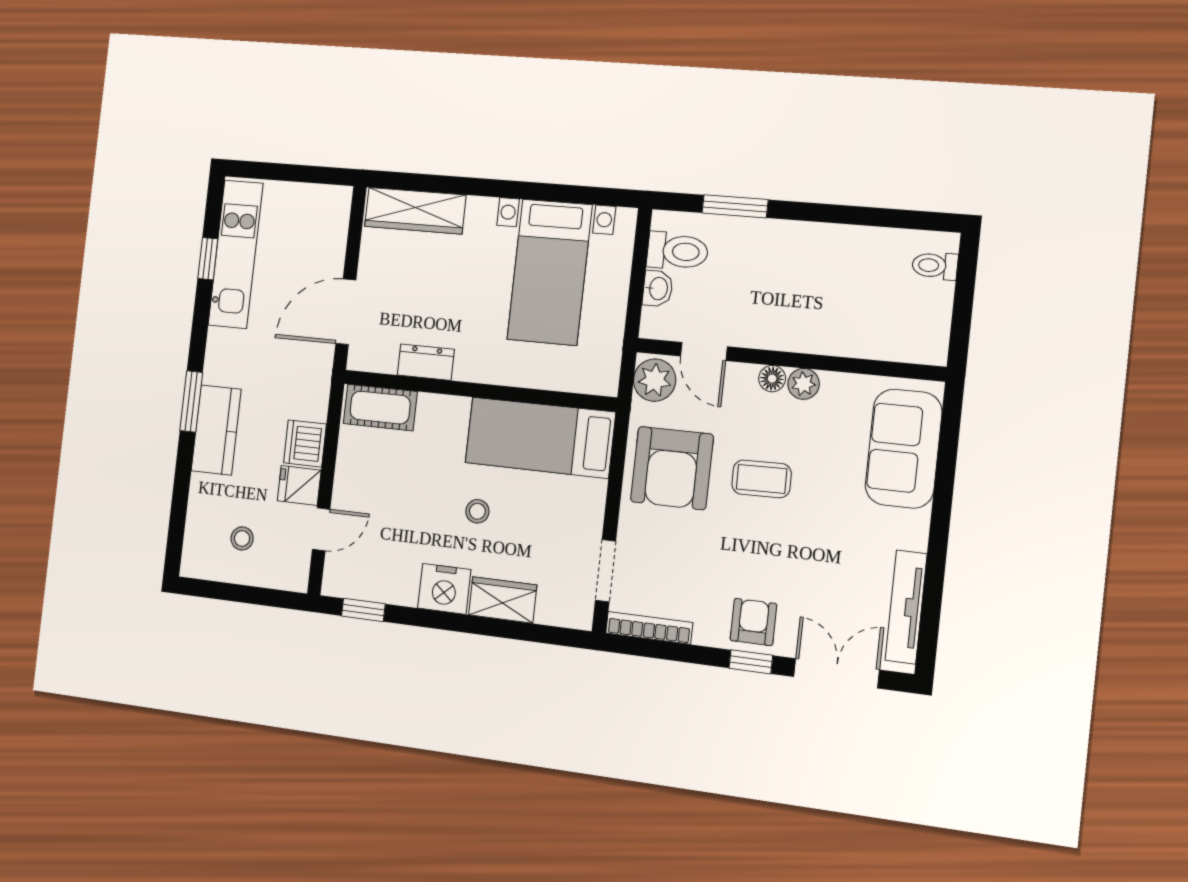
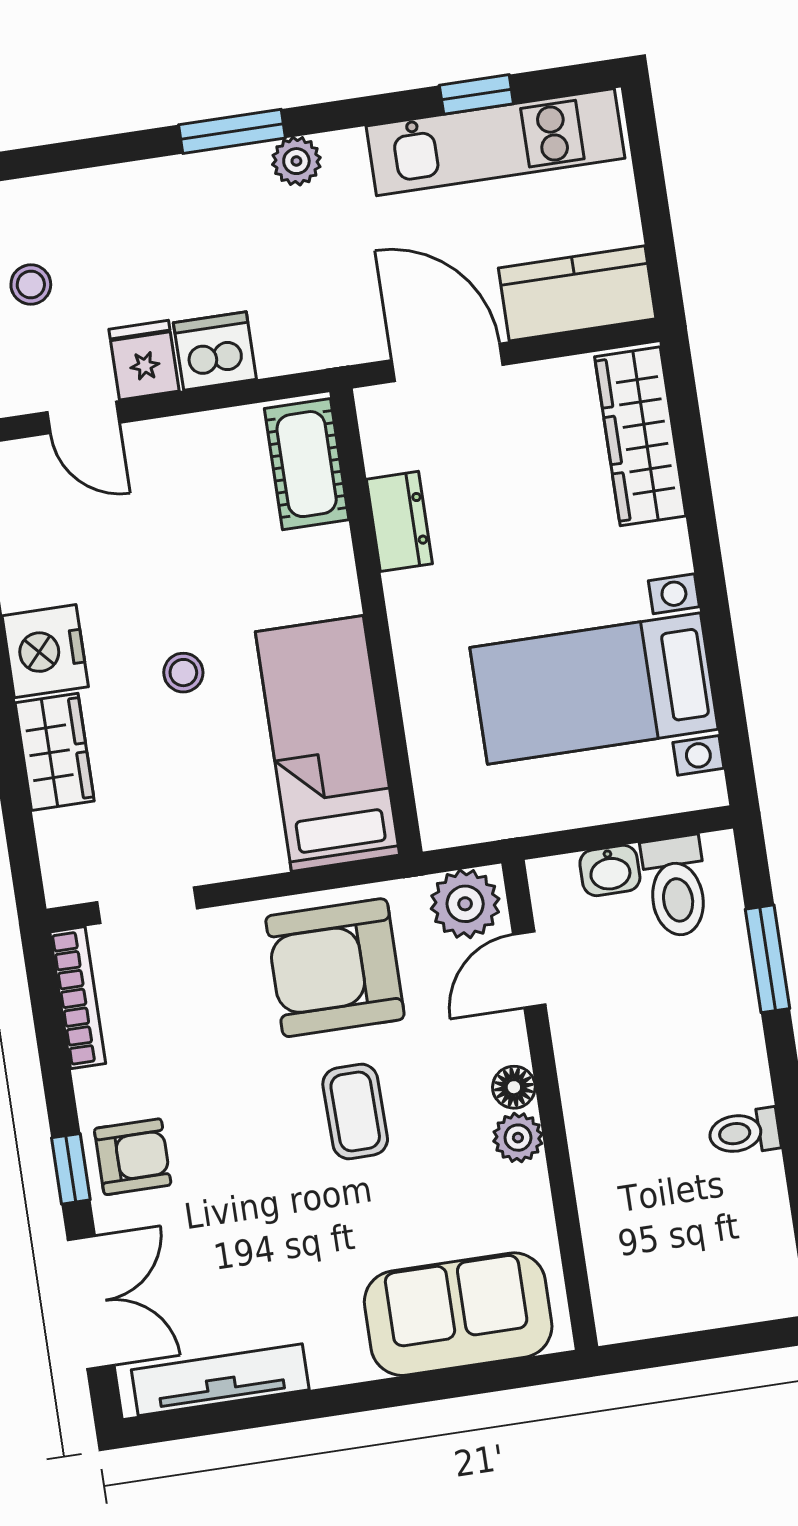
toilet: (935, 266) -> (744, 1132), moved, turned -90
plant: (216, 369) -> (296, 161), added
kitchen counter: (216, 430) -> (577, 293), moved, turned 180

